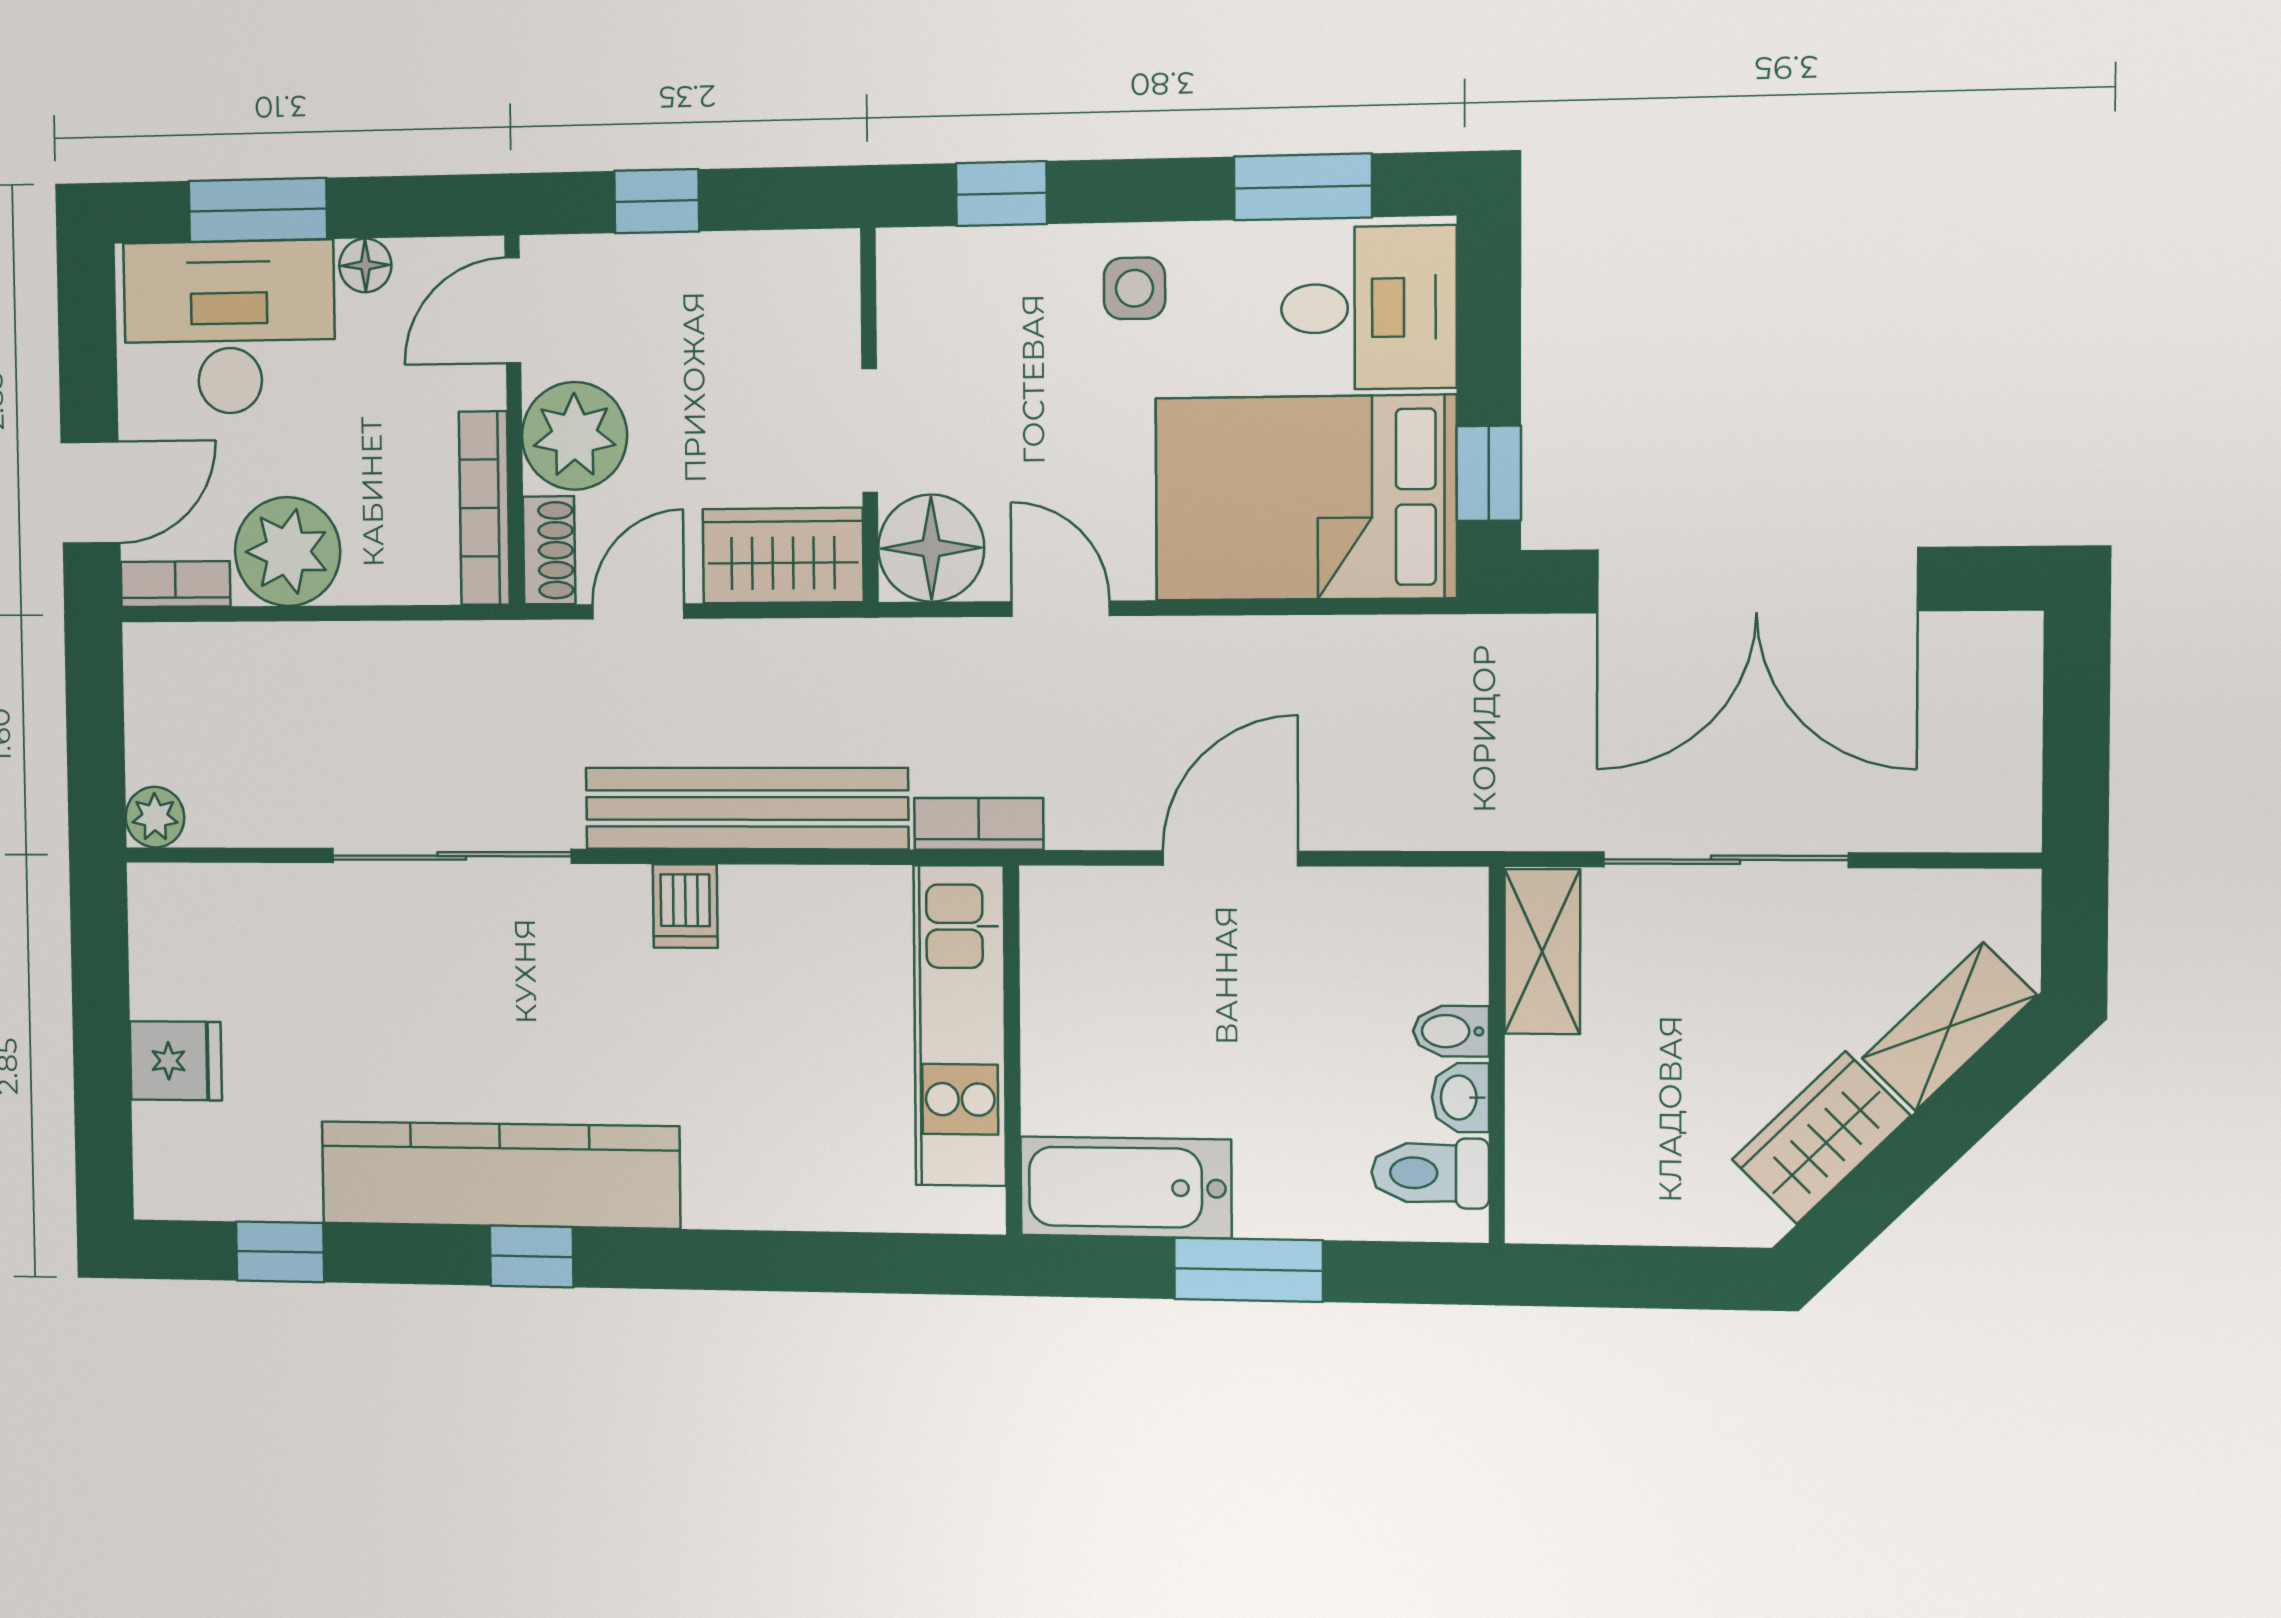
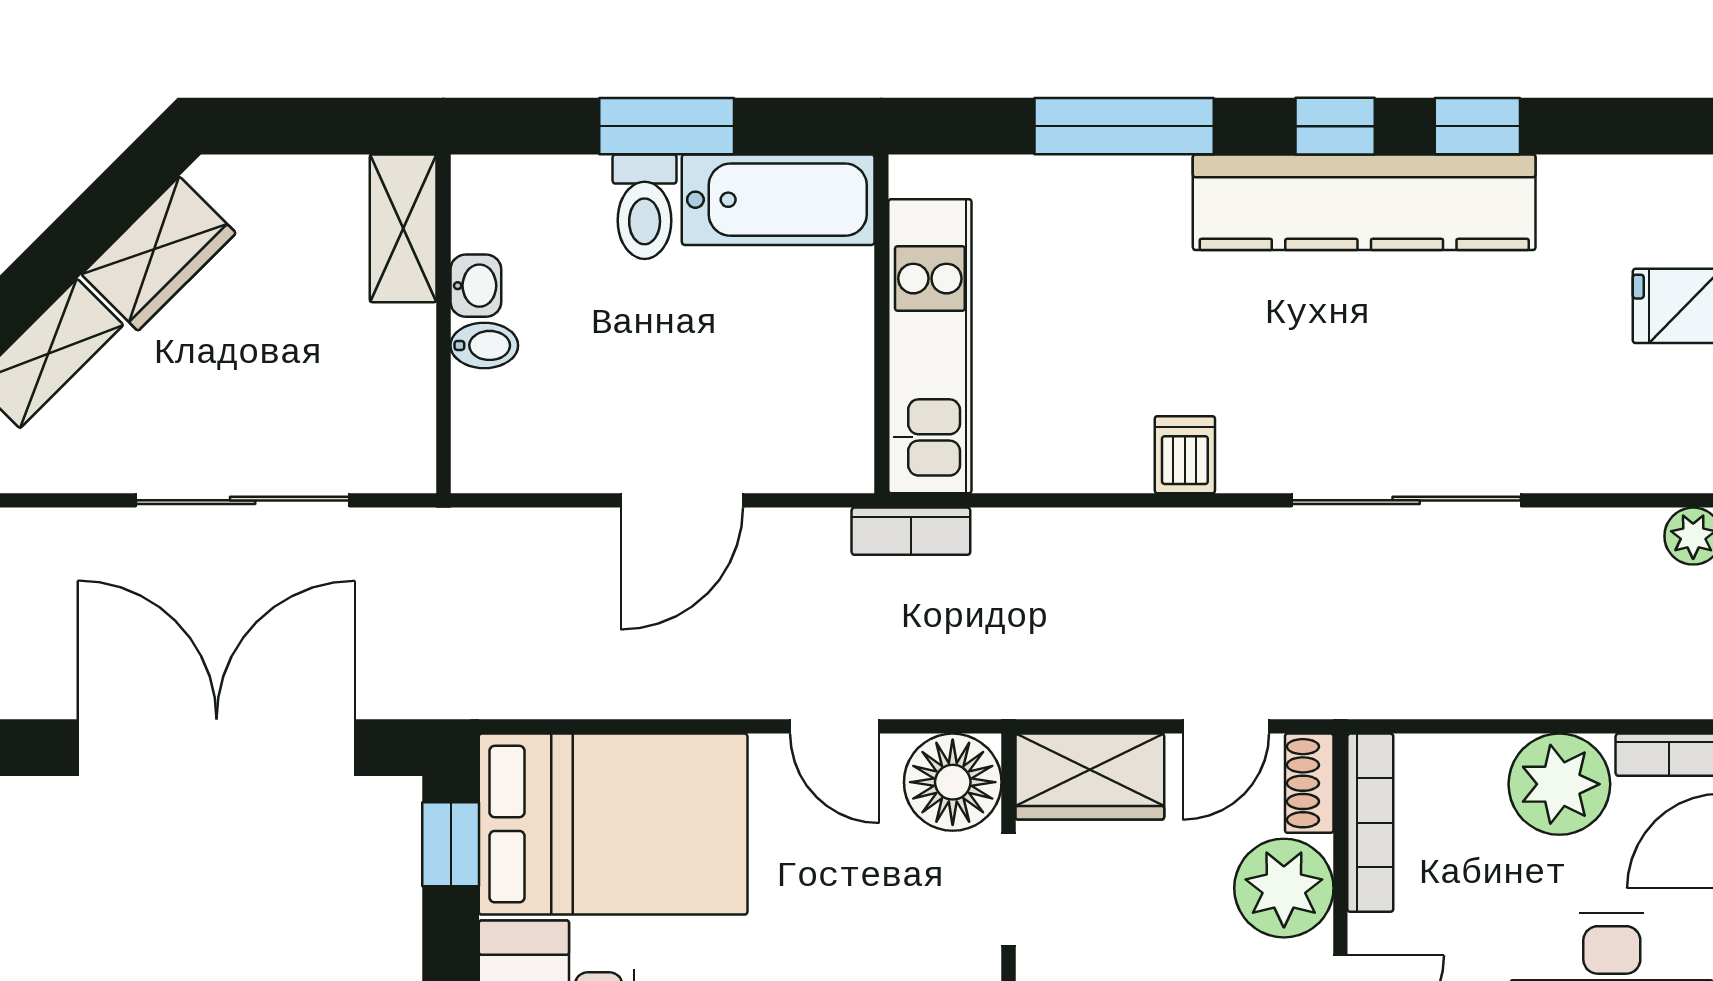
bench: (747, 808) -> (1126, 545), removed
shelving: (1542, 952) -> (403, 228), moved
toilet: (1430, 1173) -> (645, 207), moved, turned 90
window: (280, 1252) -> (1477, 126), moved
window: (754, 1261) -> (1124, 126), added

